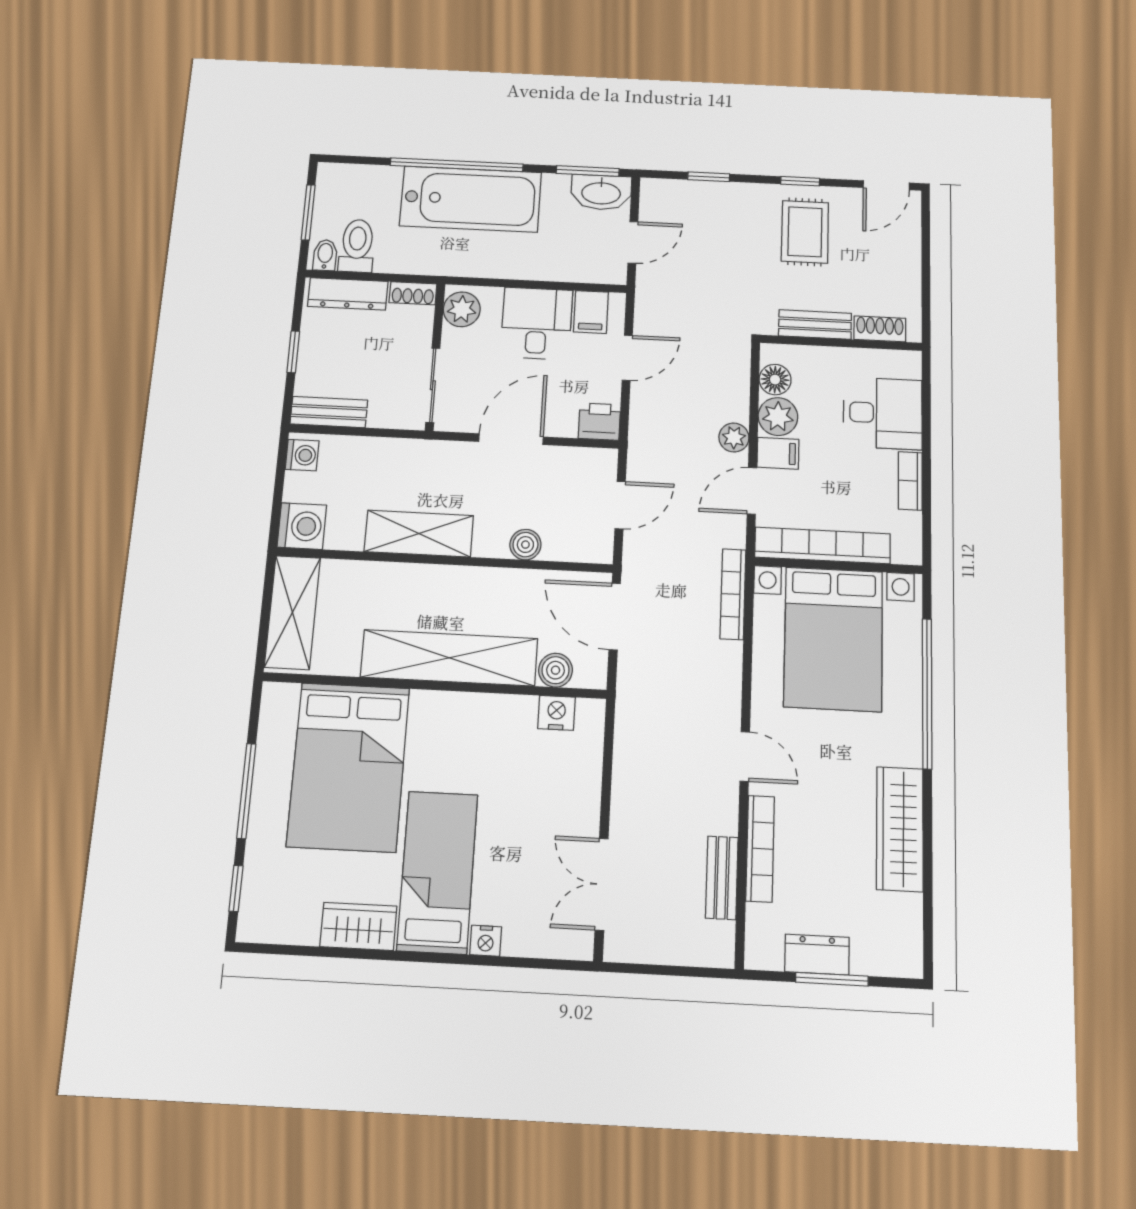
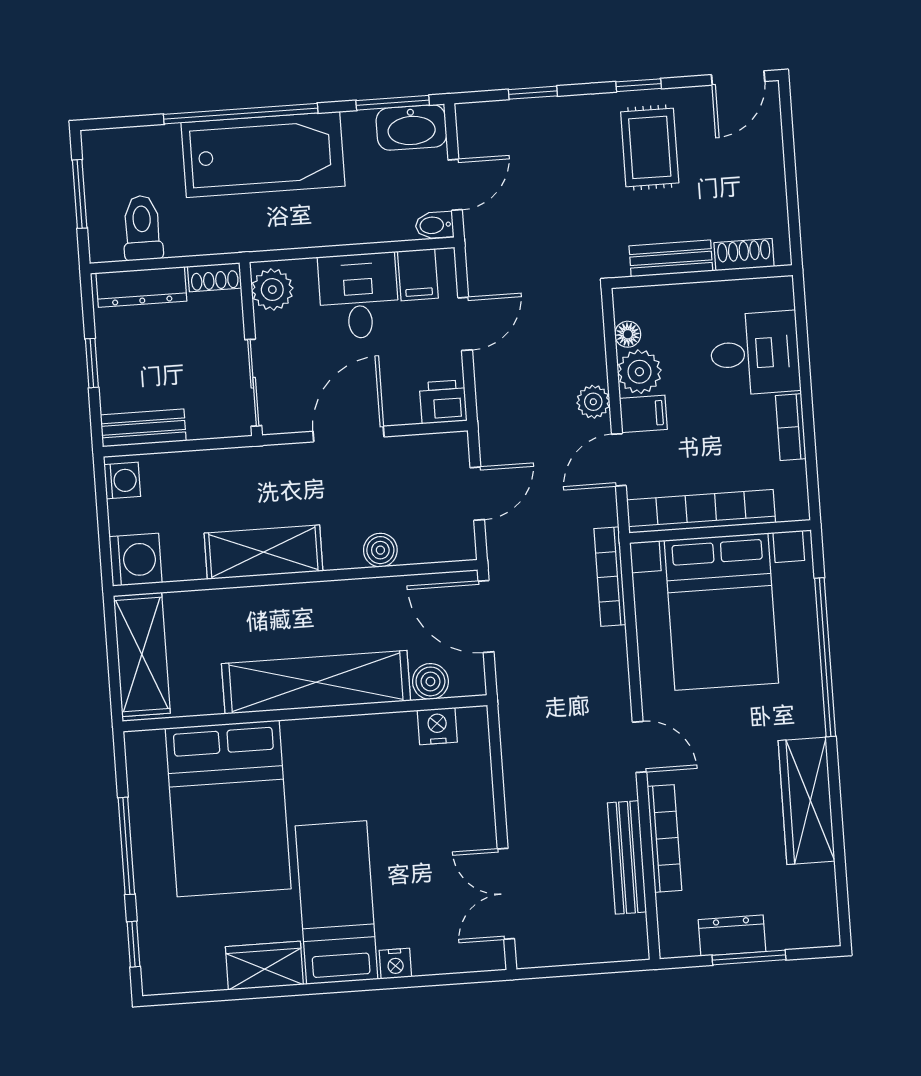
bidet: (325, 255) -> (434, 225), moved, turned -90
floor lamp: (775, 380) -> (628, 334), width x0.73, depth x0.73
bench: (722, 878) -> (627, 857), width x1.36

